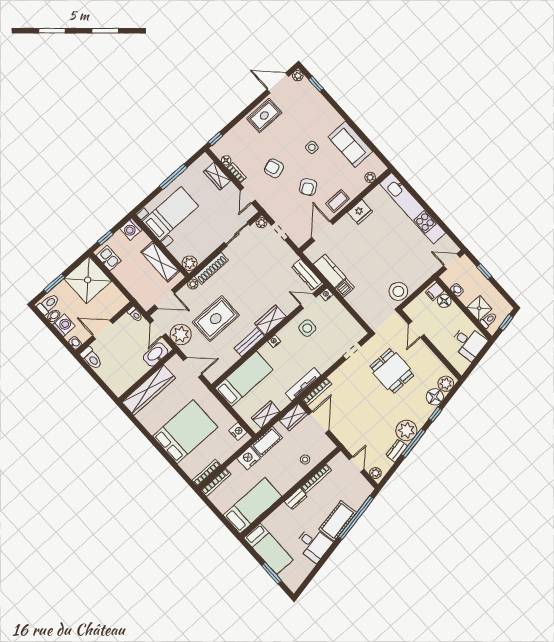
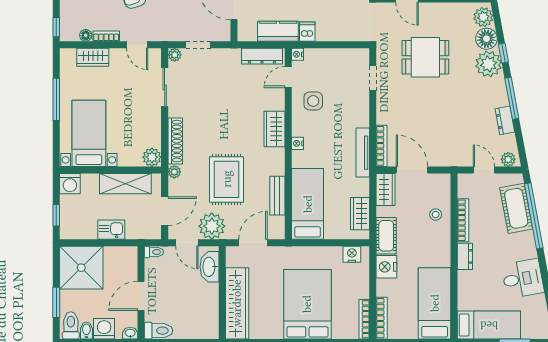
kitchen sink: (109, 258) -> (111, 230), moved
bench: (249, 342) -> (277, 196), moved
plant: (406, 430) -> (489, 64), moved
cot: (338, 521) -> (516, 208), moved

